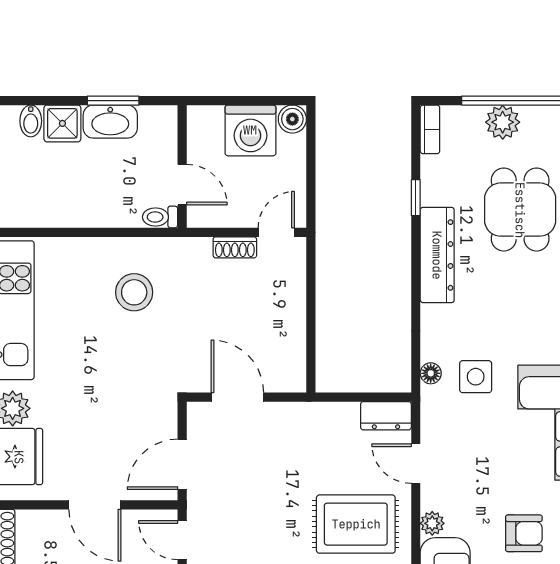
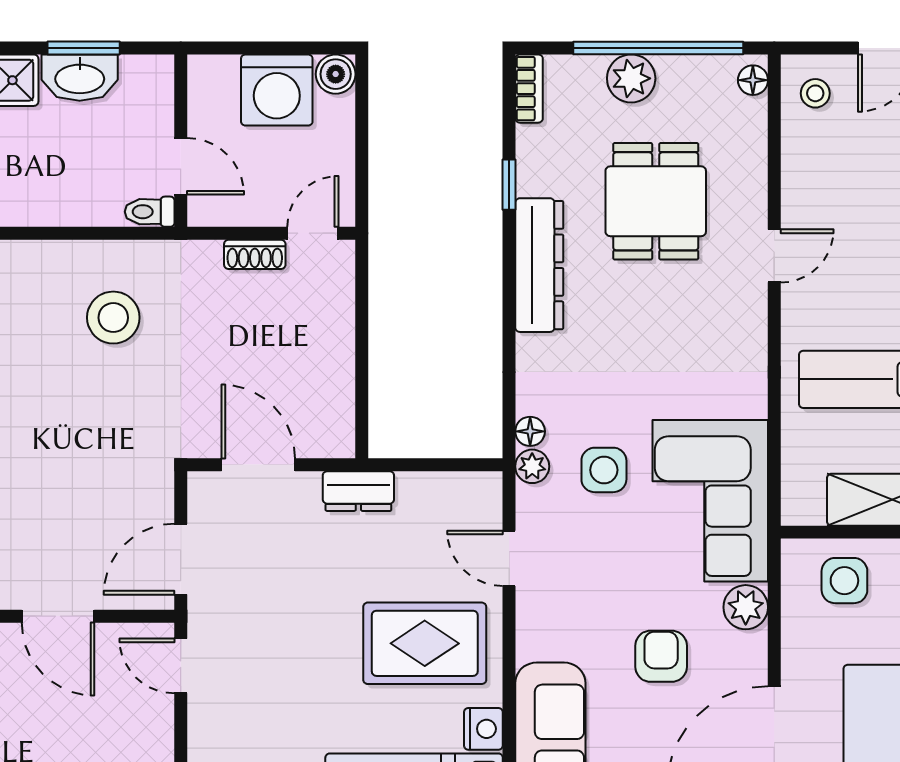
side table: (476, 377) -> (604, 470), moved
dresser: (386, 416) -> (358, 491), moved
plant: (432, 523) -> (532, 466), moved
armchair: (524, 533) -> (661, 656), turned -90

